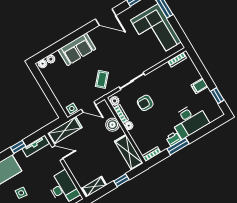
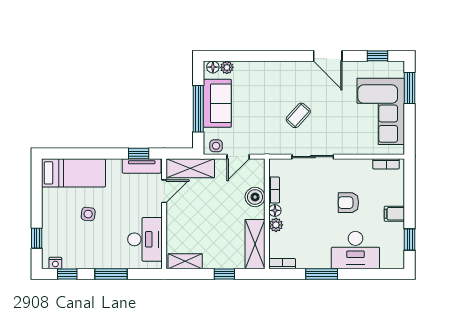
sofa: (77, 49) -> (217, 103), moved, turned -90
coffee table: (102, 79) -> (298, 115), moved
window: (49, 93) -> (198, 109), added
plant: (115, 101) -> (276, 225), moved
armchair: (145, 103) -> (348, 203), moved
door: (88, 107) -> (238, 157), hinge flipped
printer: (173, 139) -> (321, 261), removed
window: (18, 147) -> (139, 154), moved
door: (58, 153) -> (164, 191), hinge flipped

